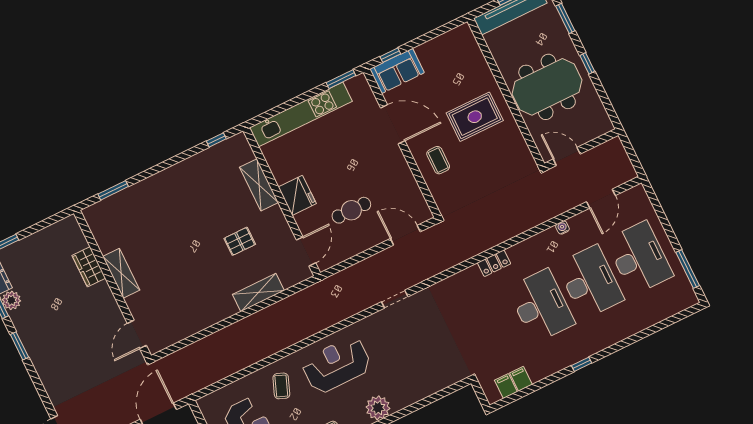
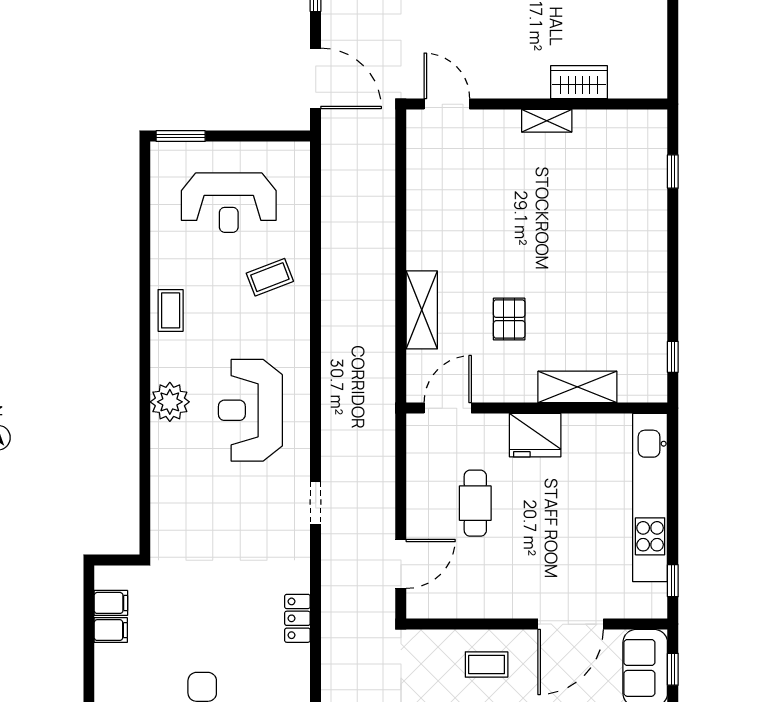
window: (341, 79) -> (673, 581), width x0.67
window: (113, 190) -> (673, 172), width x0.67
door: (306, 251) -> (448, 408), swing flipped
locker: (494, 263) -> (297, 618), moved
shelving: (121, 273) -> (547, 121), width x0.67, depth x0.75
reception desk: (336, 365) -> (250, 410), moved, turned 180
coffee table: (281, 386) -> (270, 277), turned -42

